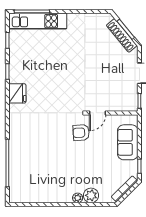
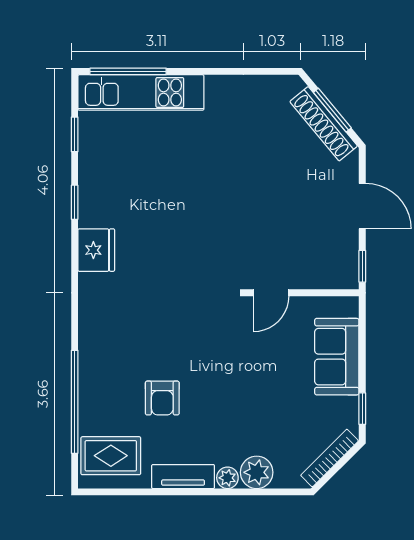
armchair: (81, 133) -> (162, 398), moved, turned -87
rug: (24, 188) -> (111, 456), added
tv unit: (57, 197) -> (183, 477), added

